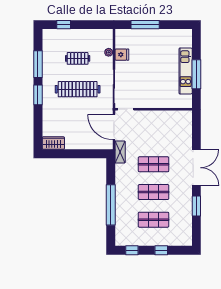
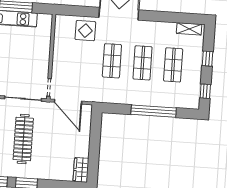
door: (114, 127) -> (68, 102), hinge flipped
display table: (179, 138) -> (85, 31), added
shelving: (120, 152) -> (189, 29), moved
window: (196, 206) -> (161, 17), removed

